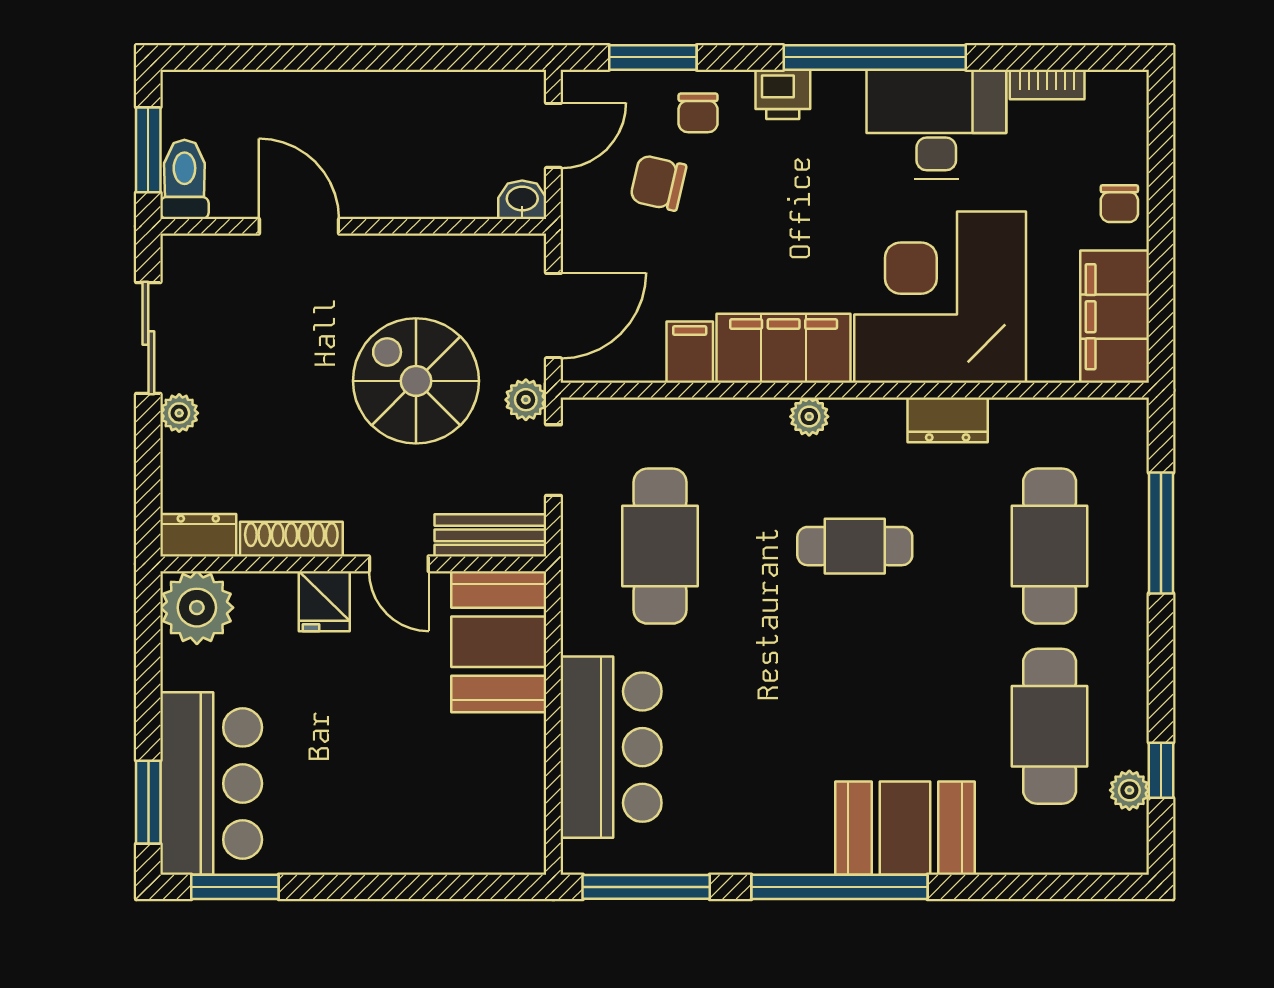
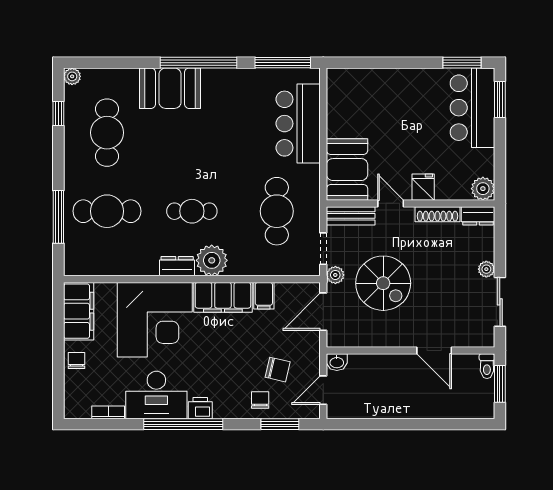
printer: (783, 94) -> (200, 408), moved
toilet: (184, 179) -> (487, 366), width x0.73, depth x0.72
plant: (809, 417) -> (212, 260), width x1.88, depth x1.88
dresser: (948, 420) -> (177, 266), moved
cafe table: (1050, 546) -> (107, 211), turned 90
plant: (197, 608) -> (483, 189), width x0.73, depth x0.73
plant: (1129, 790) -> (72, 76), moved

